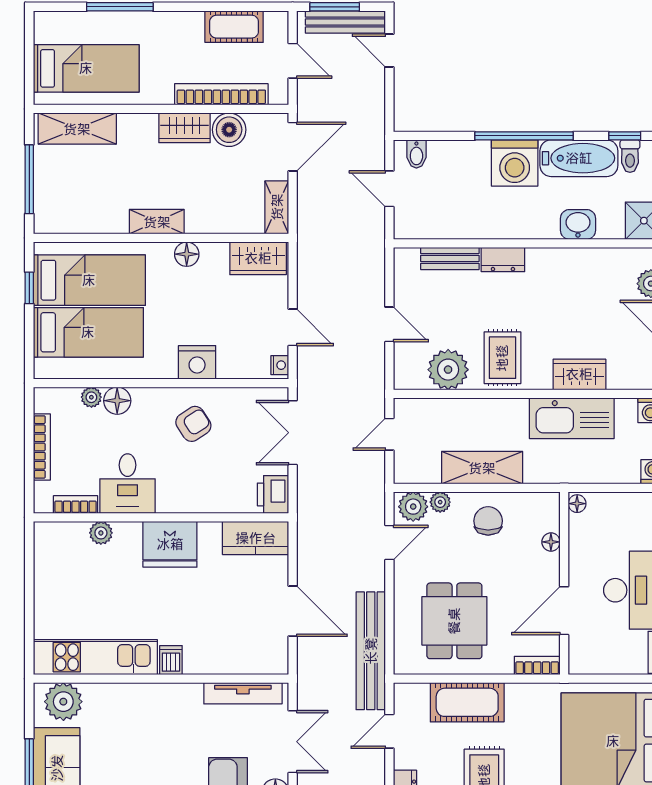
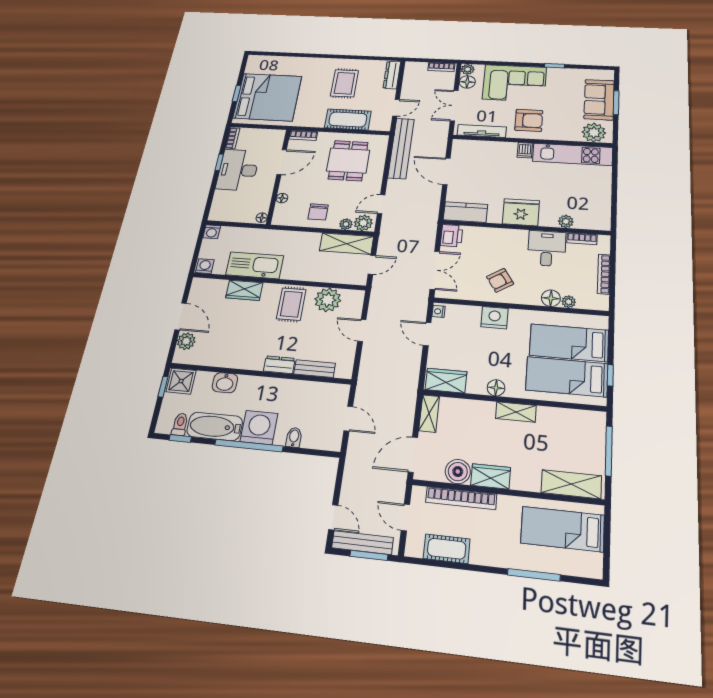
bidet: (416, 154) -> (294, 437), moved
shelving: (482, 468) -> (347, 244), moved
armchair: (168, 719) -> (529, 120), added

